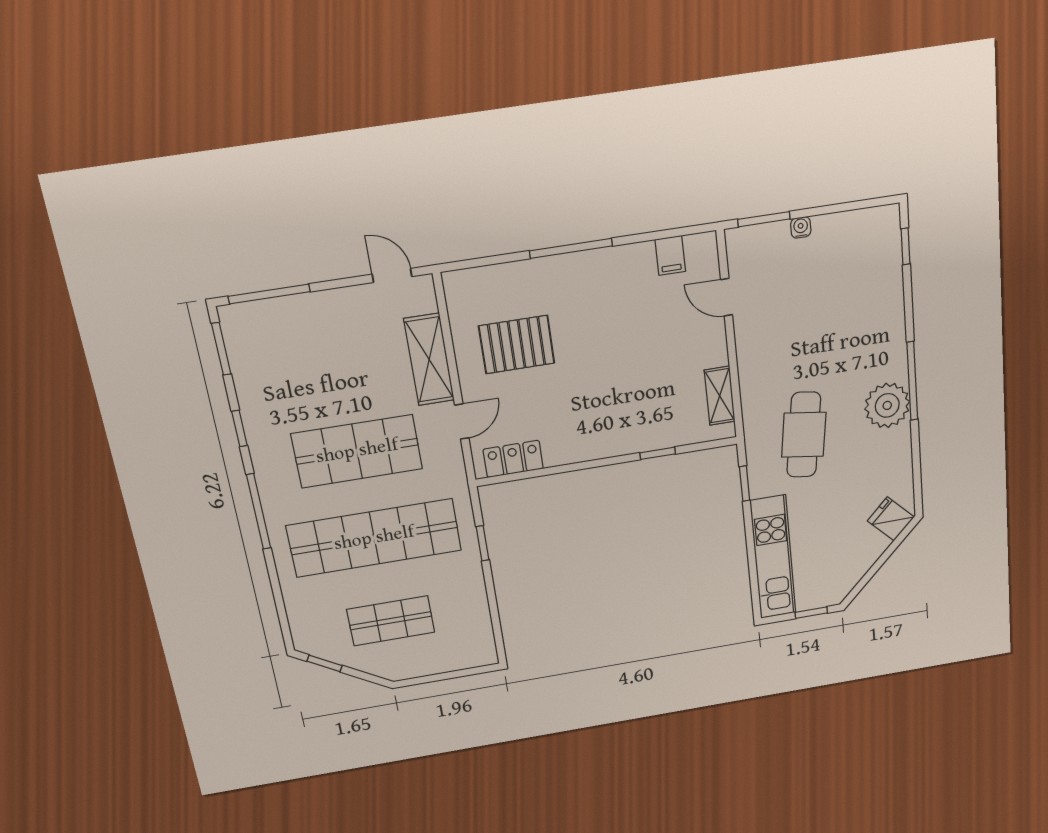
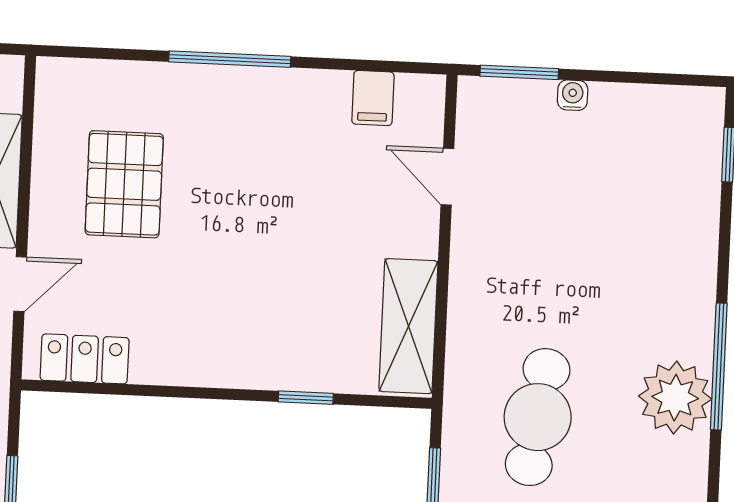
pallet: (517, 345) -> (124, 184), turned 90
shelving: (720, 396) -> (408, 326), width x1.50, depth x1.33

